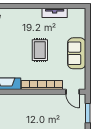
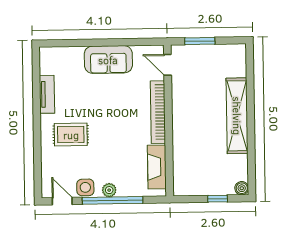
rug: (40, 50) -> (71, 135), moved
door: (73, 92) -> (168, 65), swing flipped

